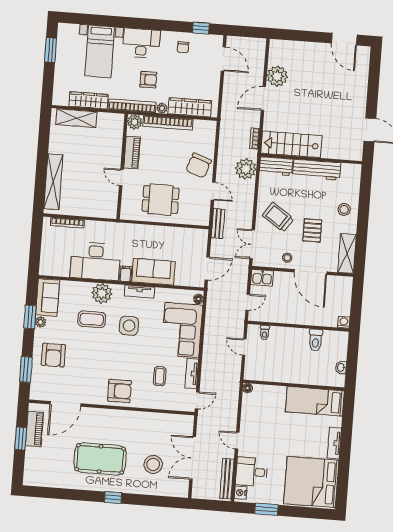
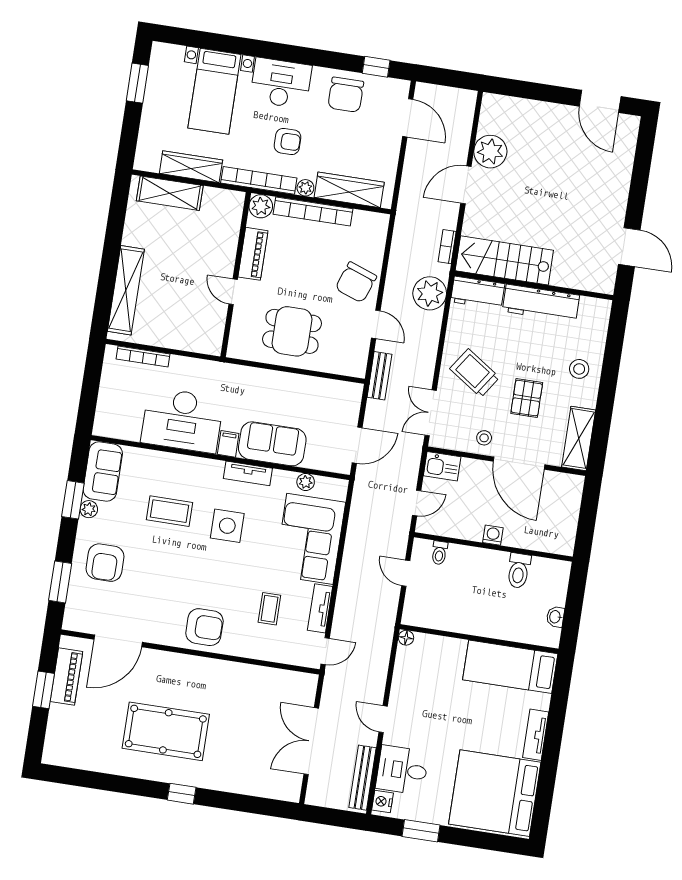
chair: (183, 47) -> (346, 95), width x1.87, depth x1.87
plant: (102, 293) -> (306, 482), moved, width x0.53, depth x0.53
floor lamp: (198, 299) -> (340, 492), removed
washing machine: (344, 322) -> (493, 535), moved
stool: (153, 464) -> (248, 746), removed

